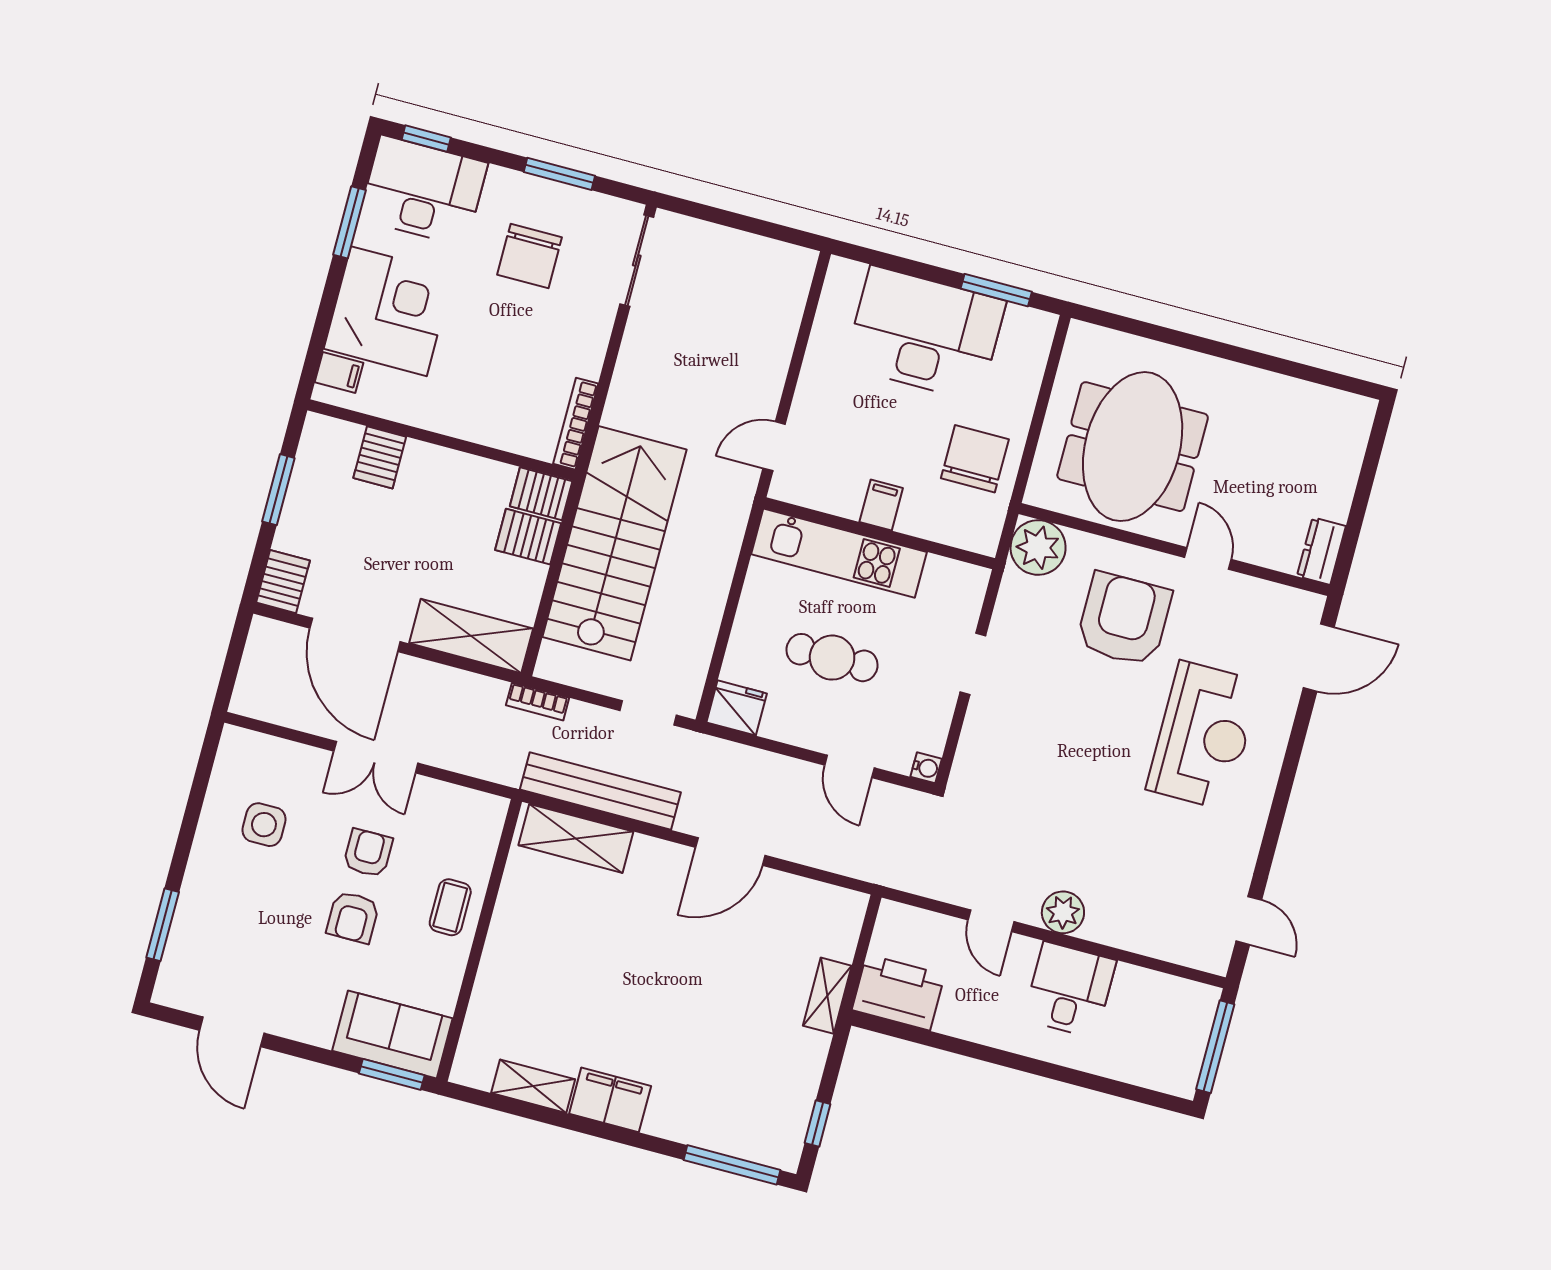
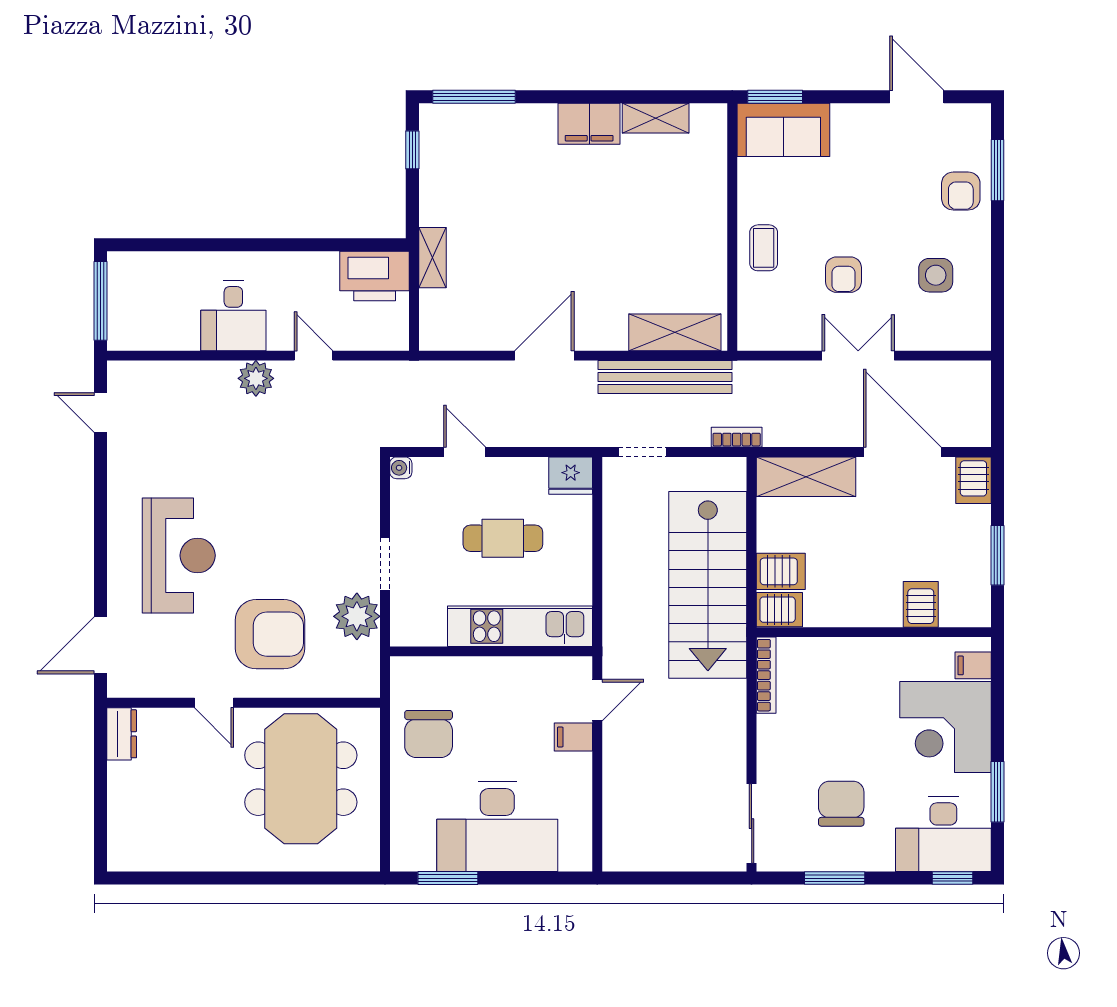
filing cabinet: (881, 505) -> (573, 737), moved, turned 90
plant: (1038, 547) -> (357, 616), moved
armchair: (1124, 619) -> (270, 634), turned -90
reception desk: (1203, 735) -> (179, 555), turned 180
armchair: (353, 917) -> (961, 191), moved, turned 180

